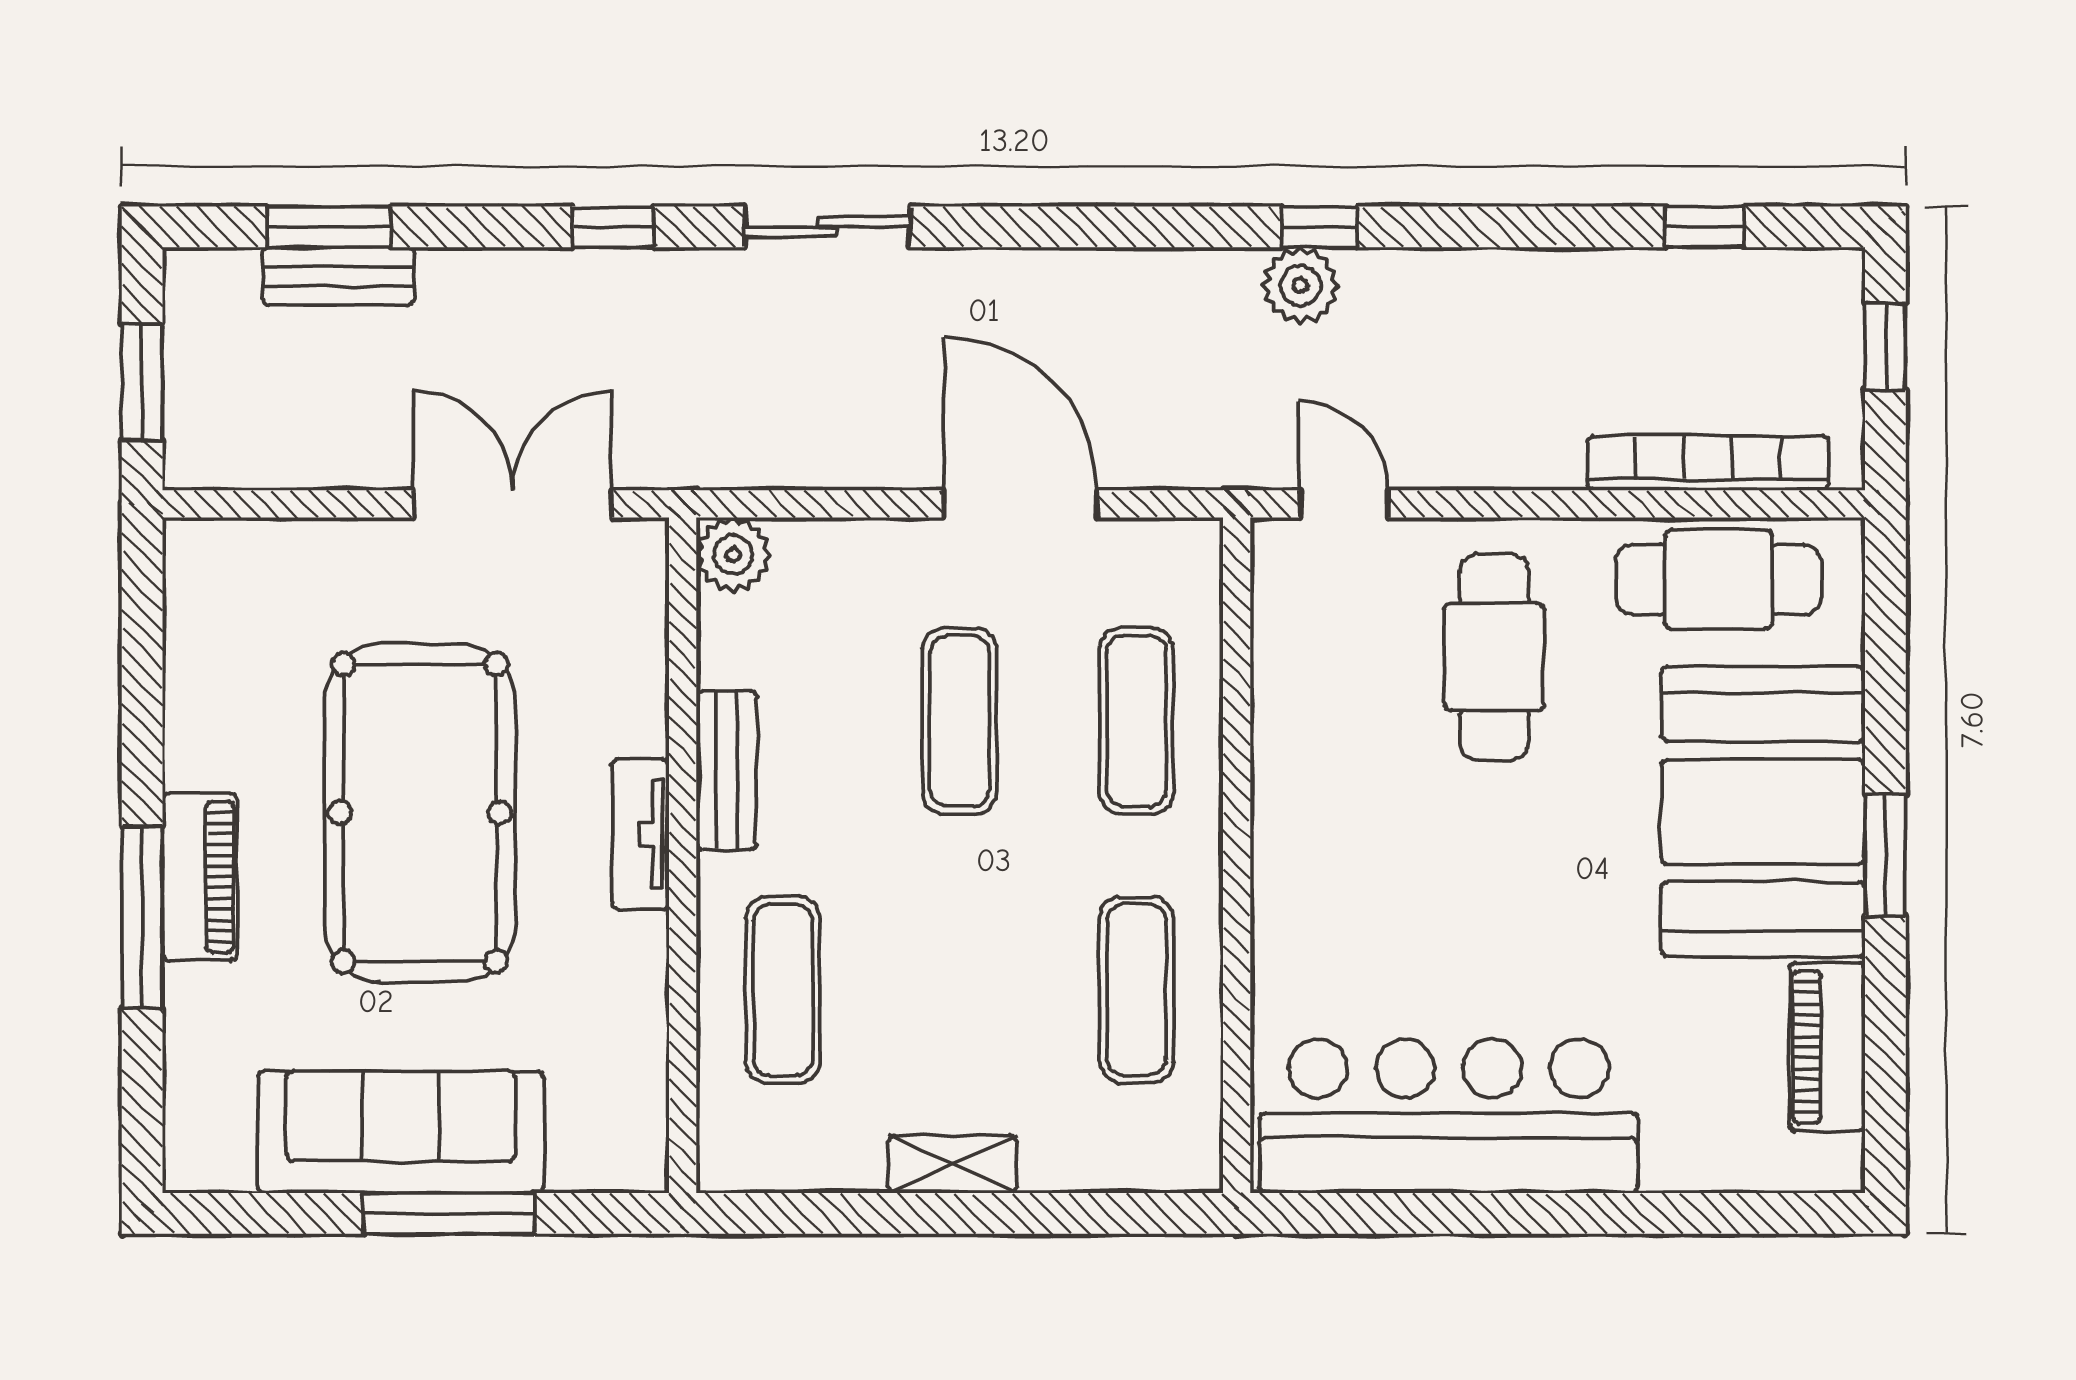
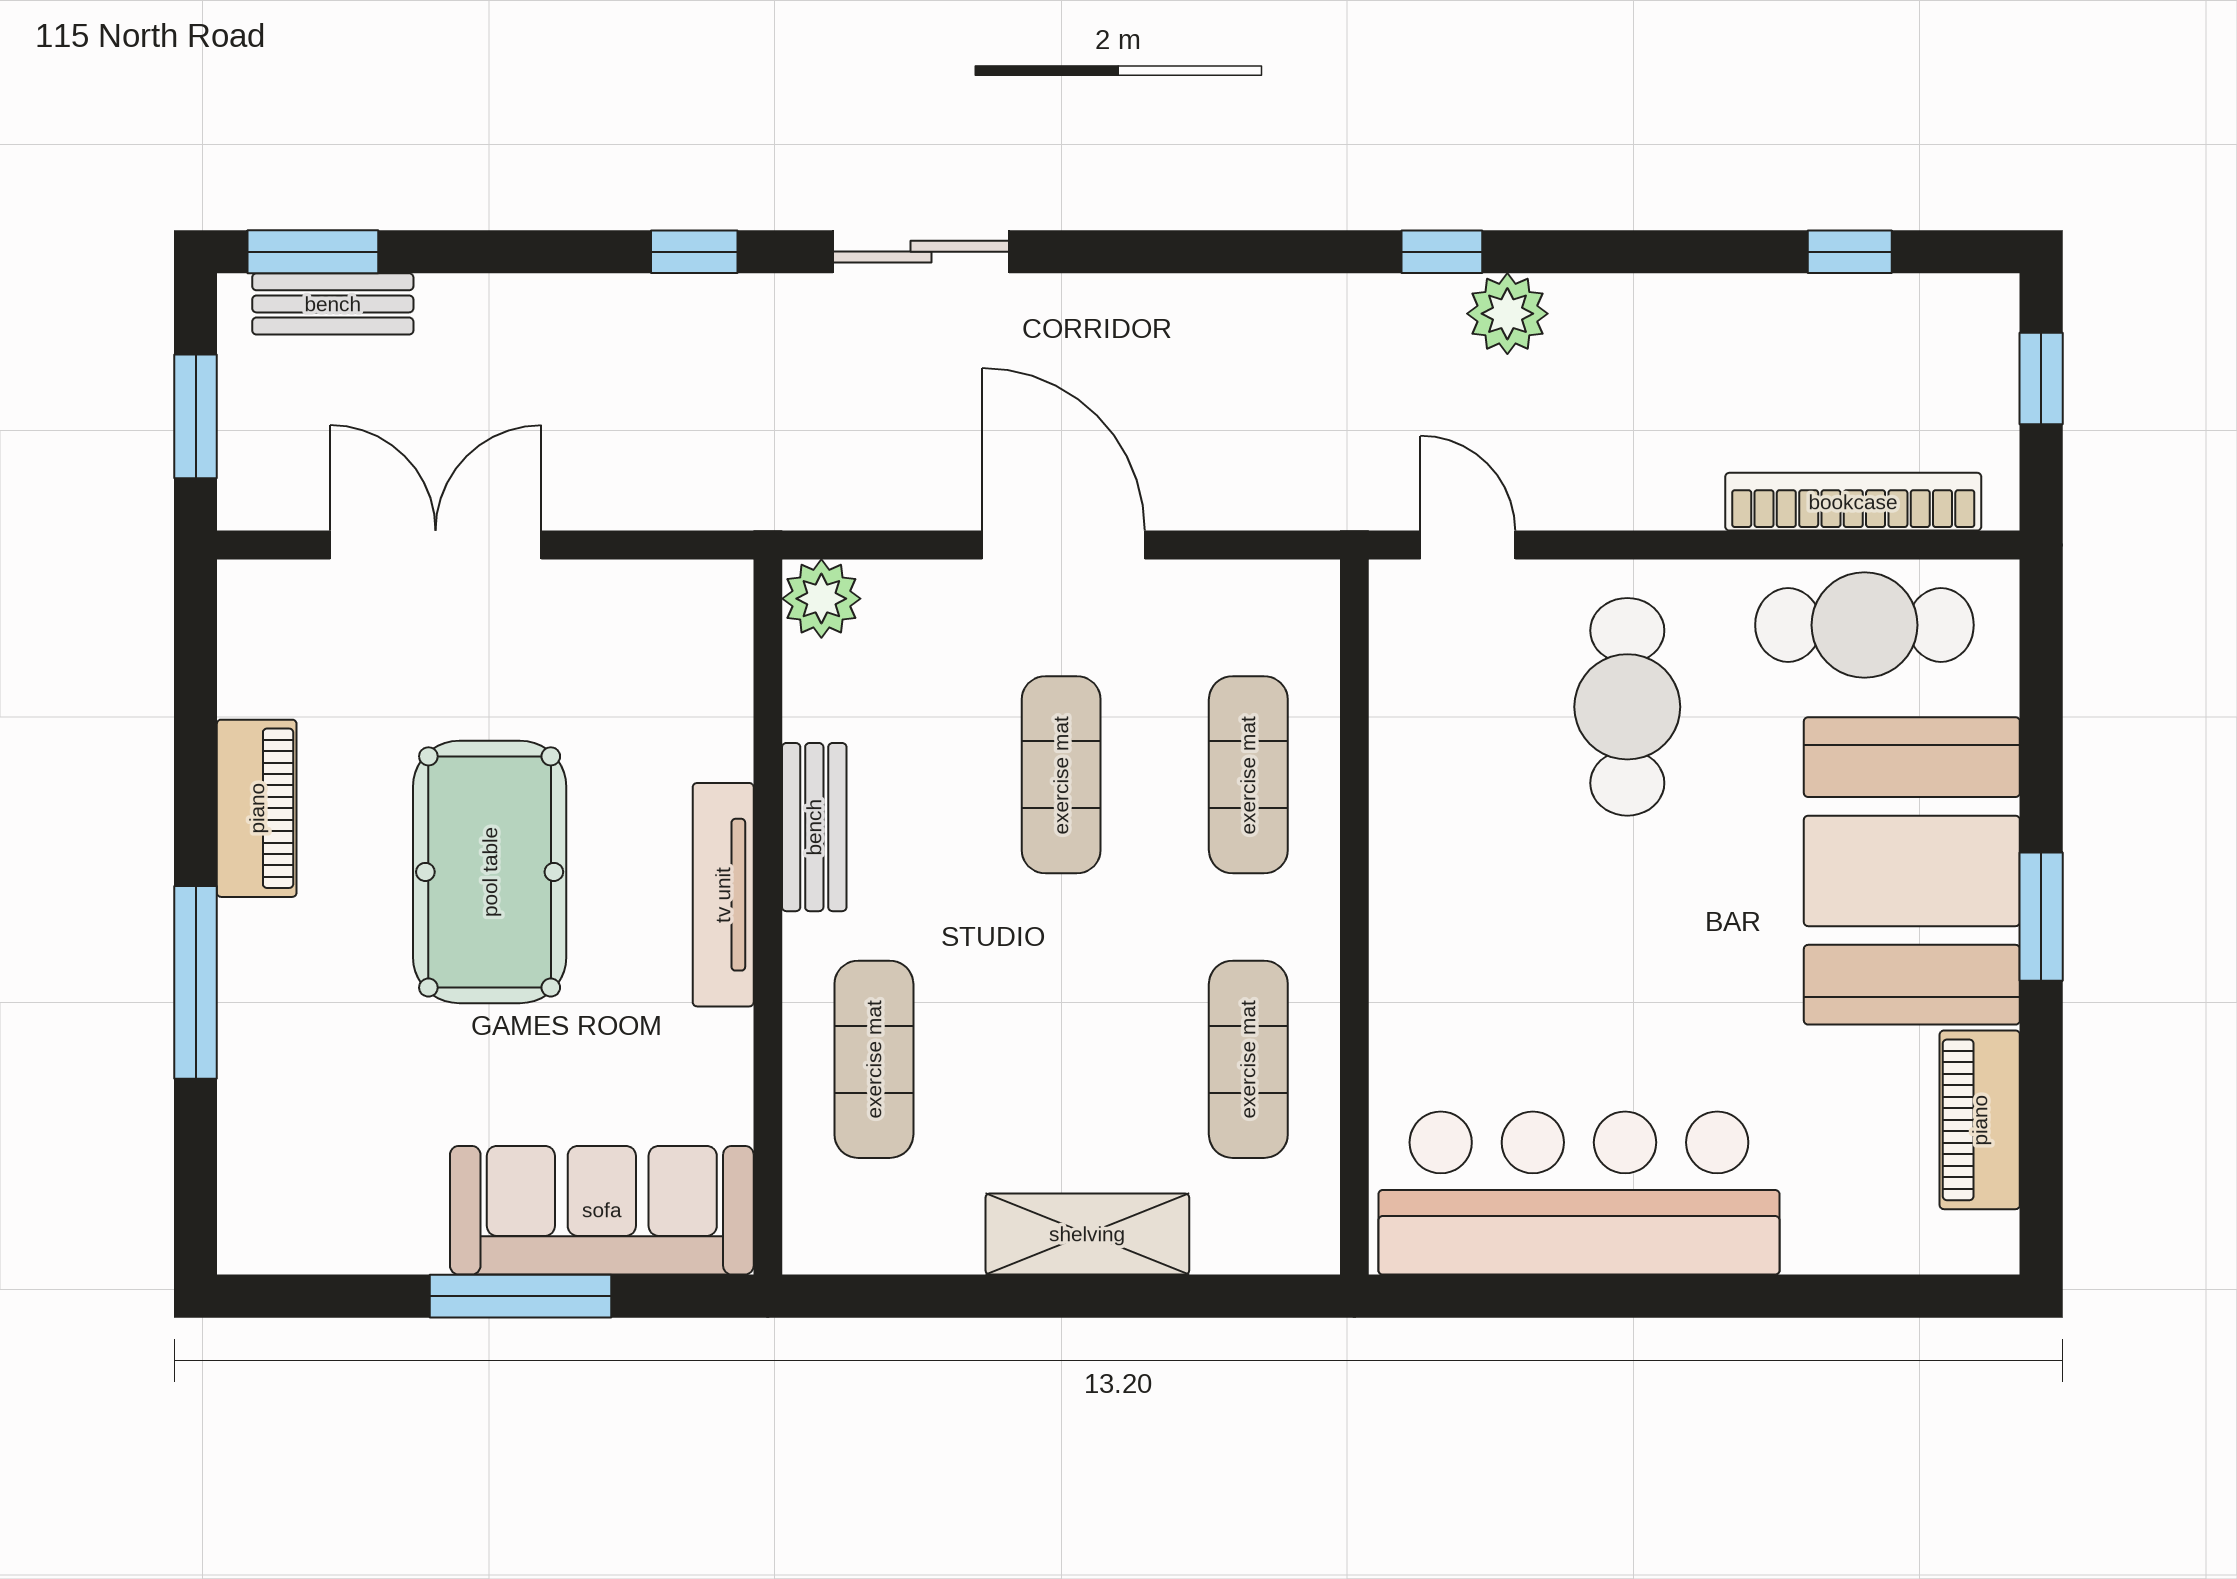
window: (329, 227) -> (313, 252), moved
bench: (338, 276) -> (333, 304), moved
plant: (1300, 285) -> (1507, 314), moved
double door: (512, 504) -> (436, 545), moved
door: (1021, 504) -> (1063, 545), moved
pool table: (420, 813) -> (490, 872), width x0.73, depth x0.76
tv unit: (640, 834) -> (723, 895), width x1.41
piano: (200, 877) -> (257, 808), moved
sofa: (401, 1132) -> (602, 1210), moved
shelving: (952, 1164) -> (1087, 1234), width x1.50, depth x1.33

